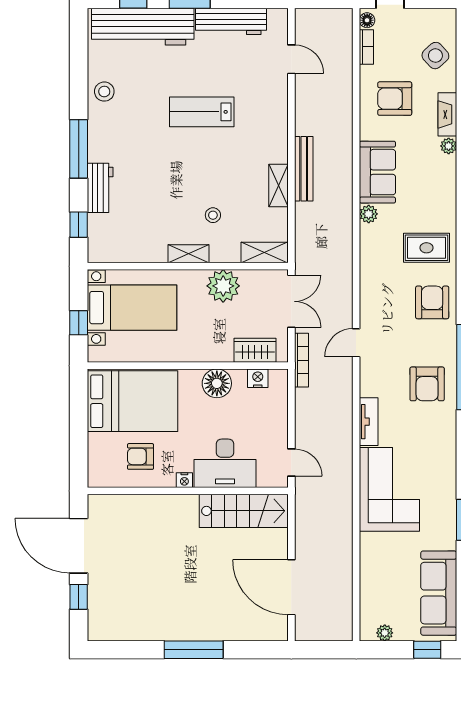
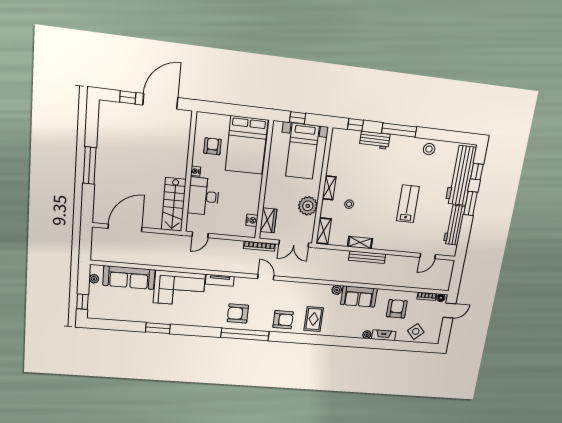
floor lamp: (217, 383) -> (252, 196), removed
sofa: (439, 593) -> (129, 278), moved, turned 180

